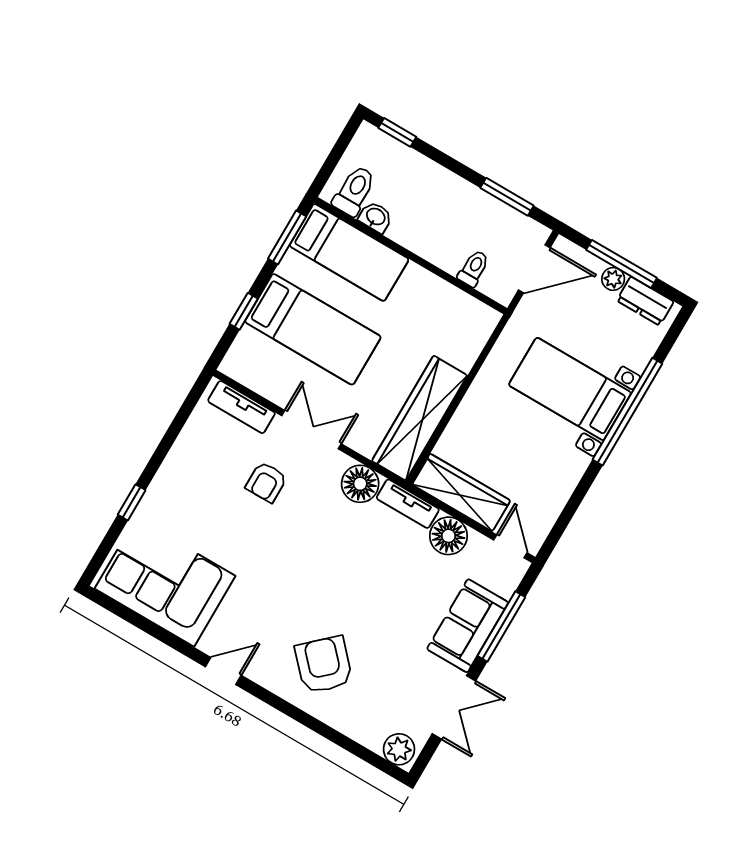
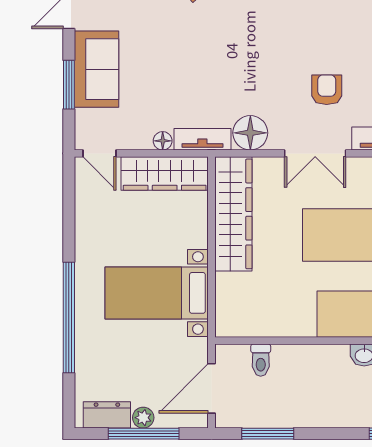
bed with nightstands: (570, 389) -> (157, 293), moved, turned 180
floor lamp: (448, 536) -> (163, 141), width x0.53, depth x0.53
window: (501, 626) -> (69, 85), width x0.69

